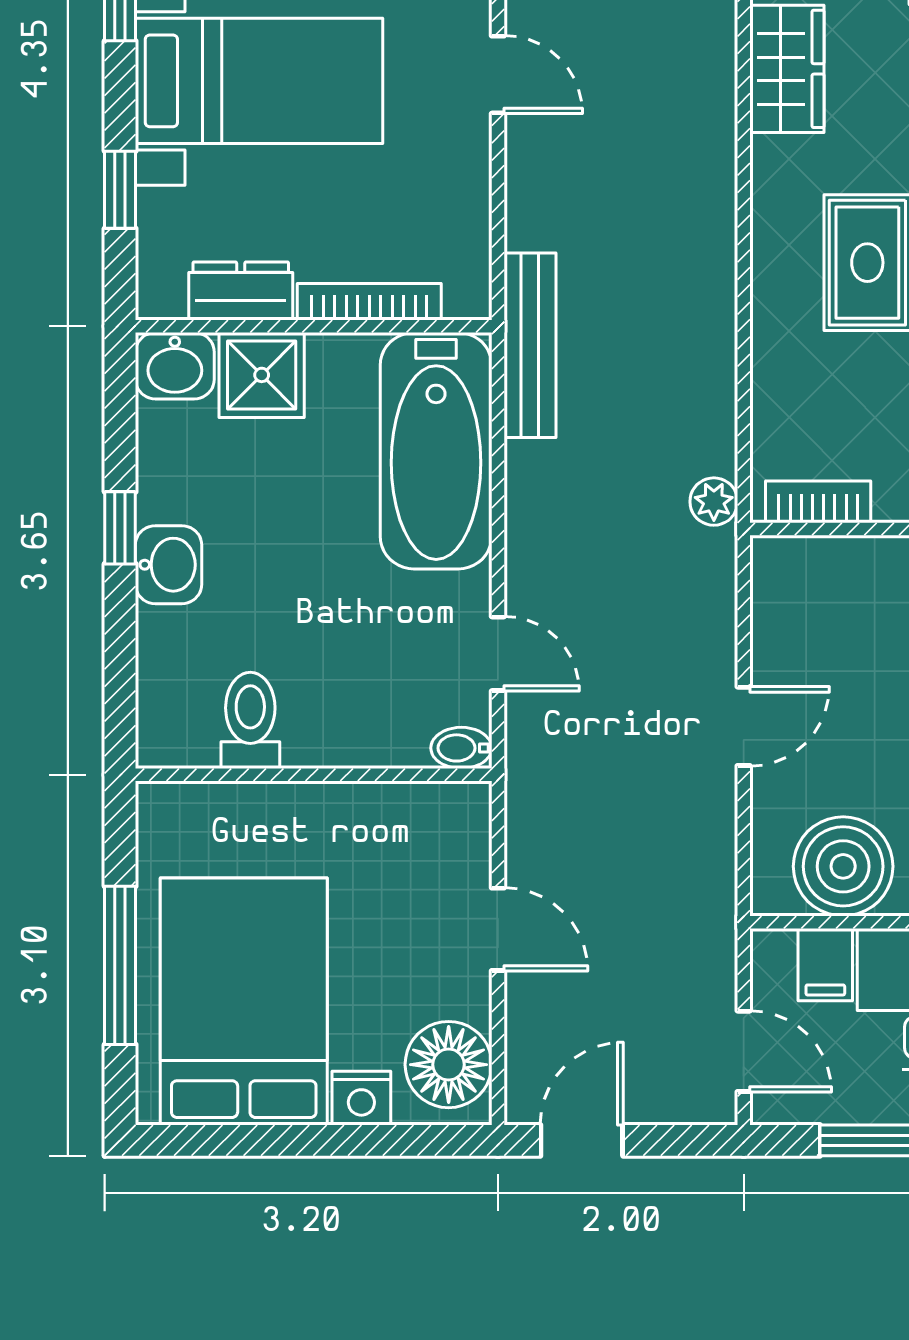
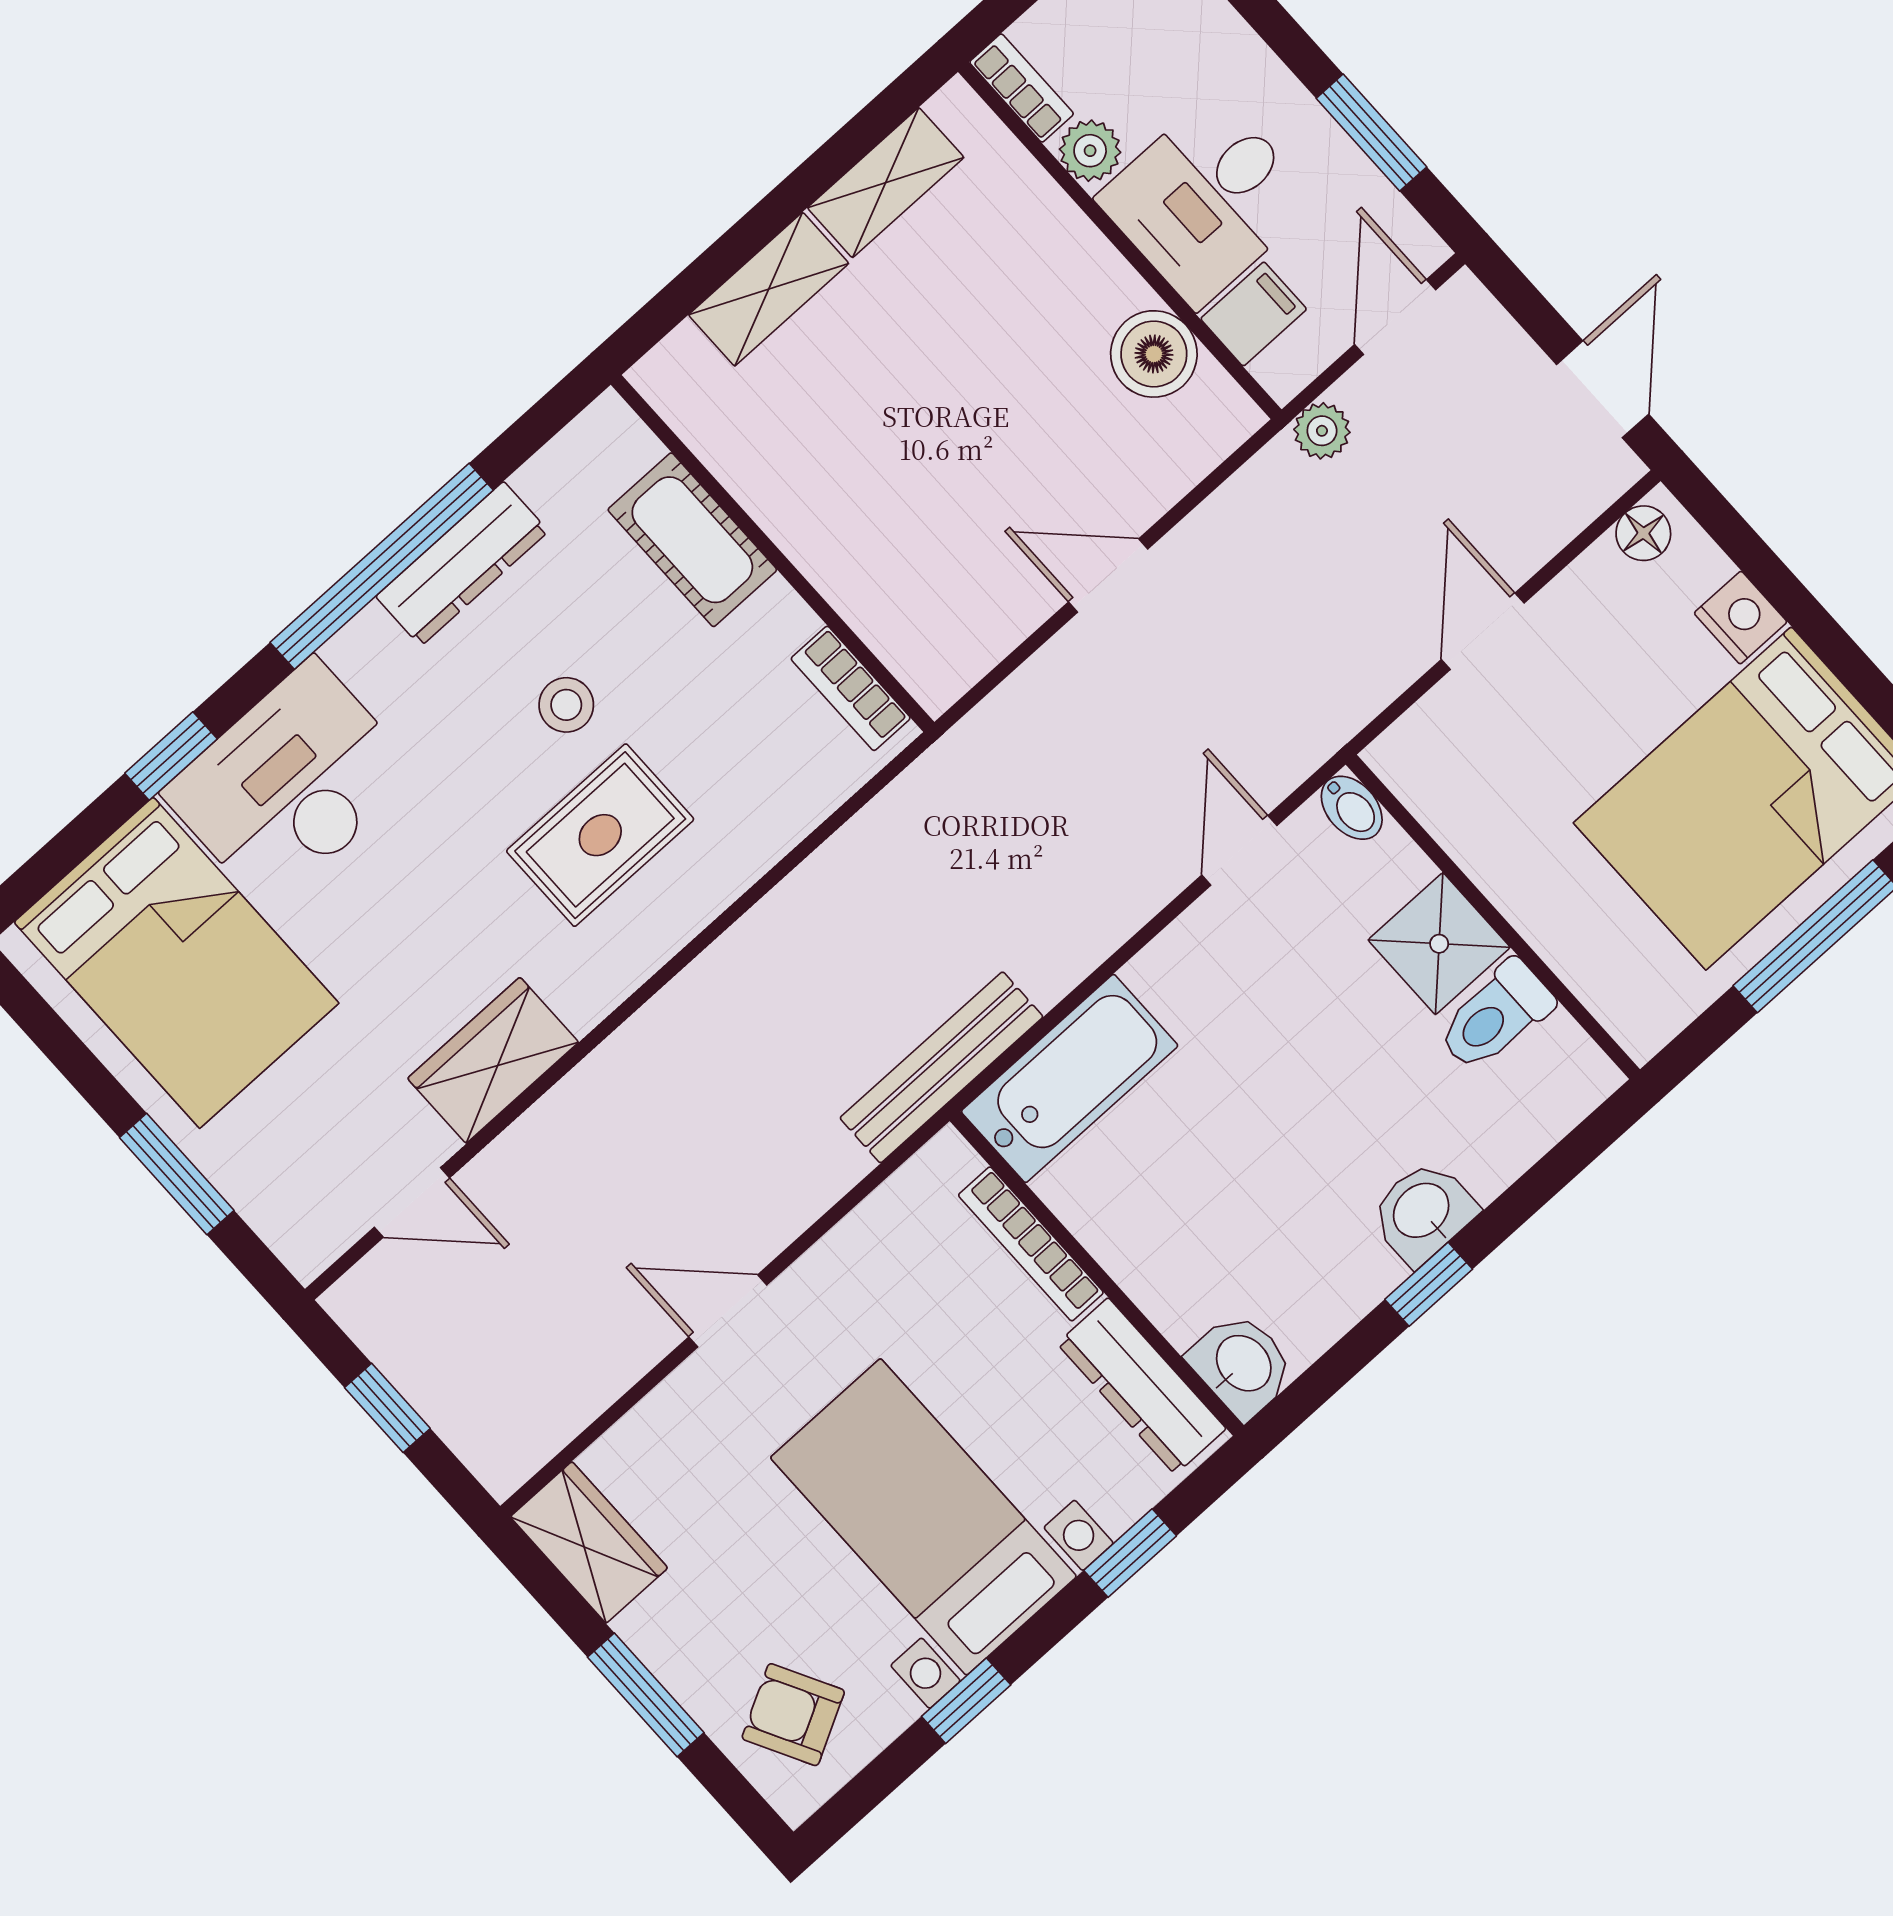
door: (498, 75) -> (728, 1311), hinge flipped
dresser: (241, 291) -> (1142, 1386), width x1.44
shower: (262, 375) -> (1439, 944), moved
bathtub: (436, 451) -> (1070, 1078), width x0.73, depth x0.73
plant: (714, 502) -> (1322, 431), moved
boiler: (843, 866) -> (1154, 354), width x0.73, depth x0.73
floor lamp: (449, 1065) -> (1643, 533), width x0.53, depth x0.53
door: (582, 1140) -> (1603, 389), swing flipped

